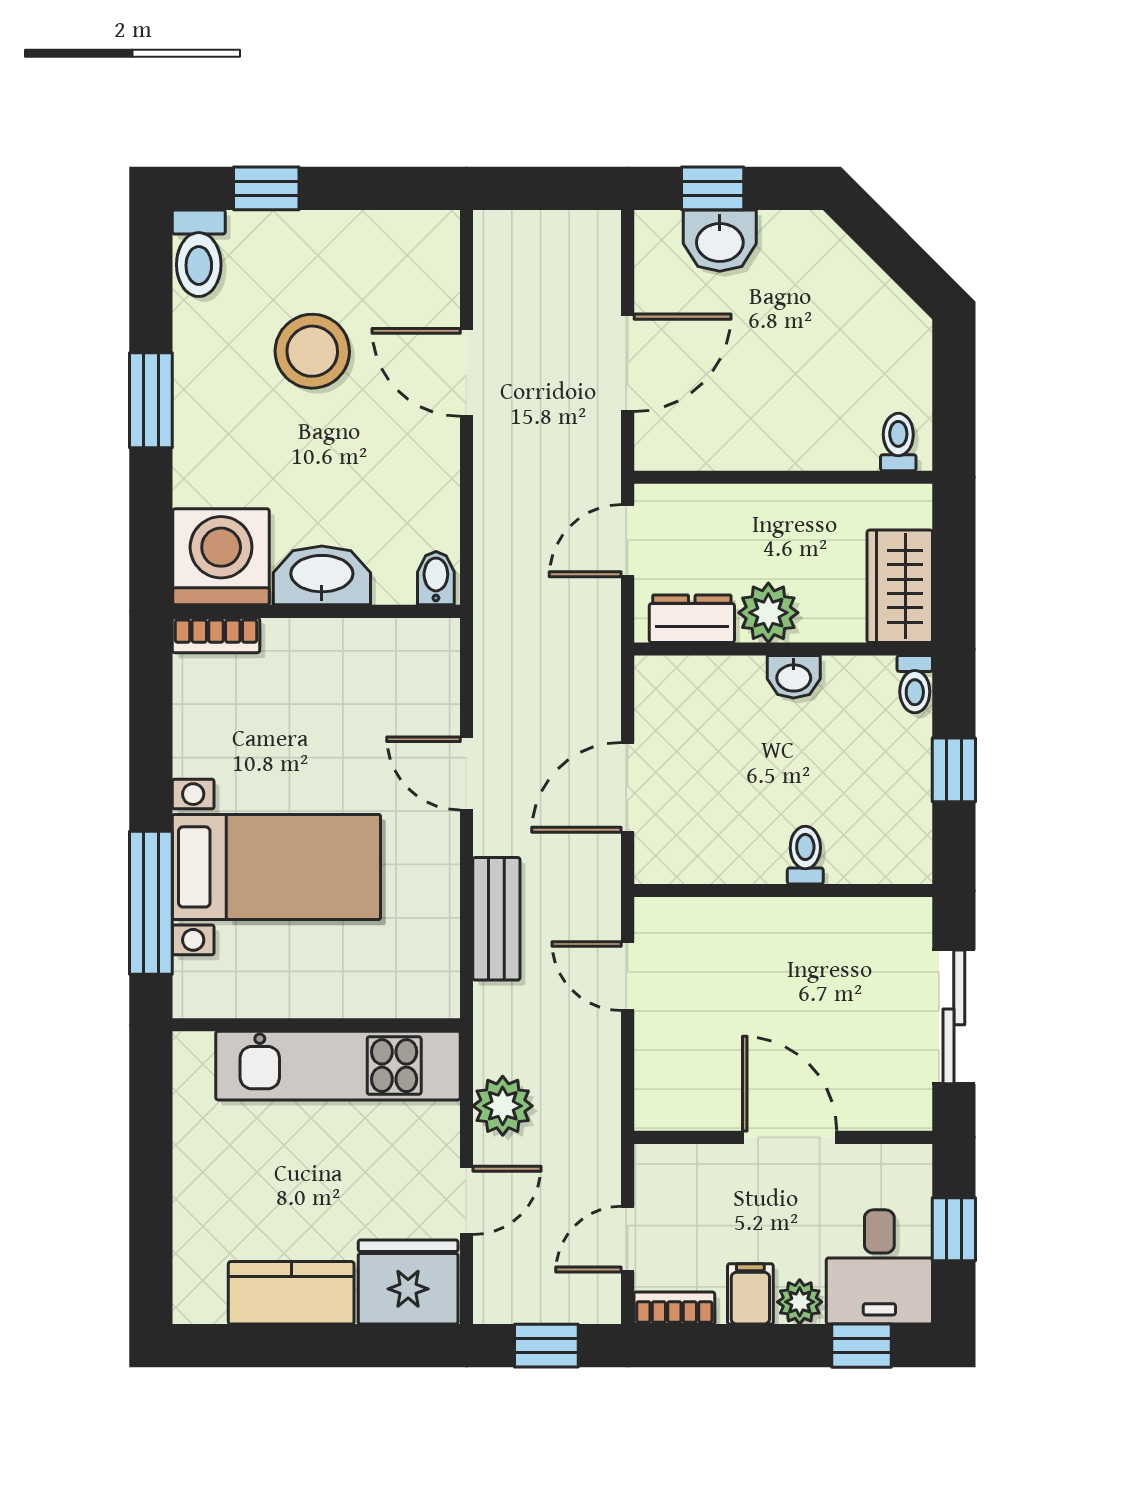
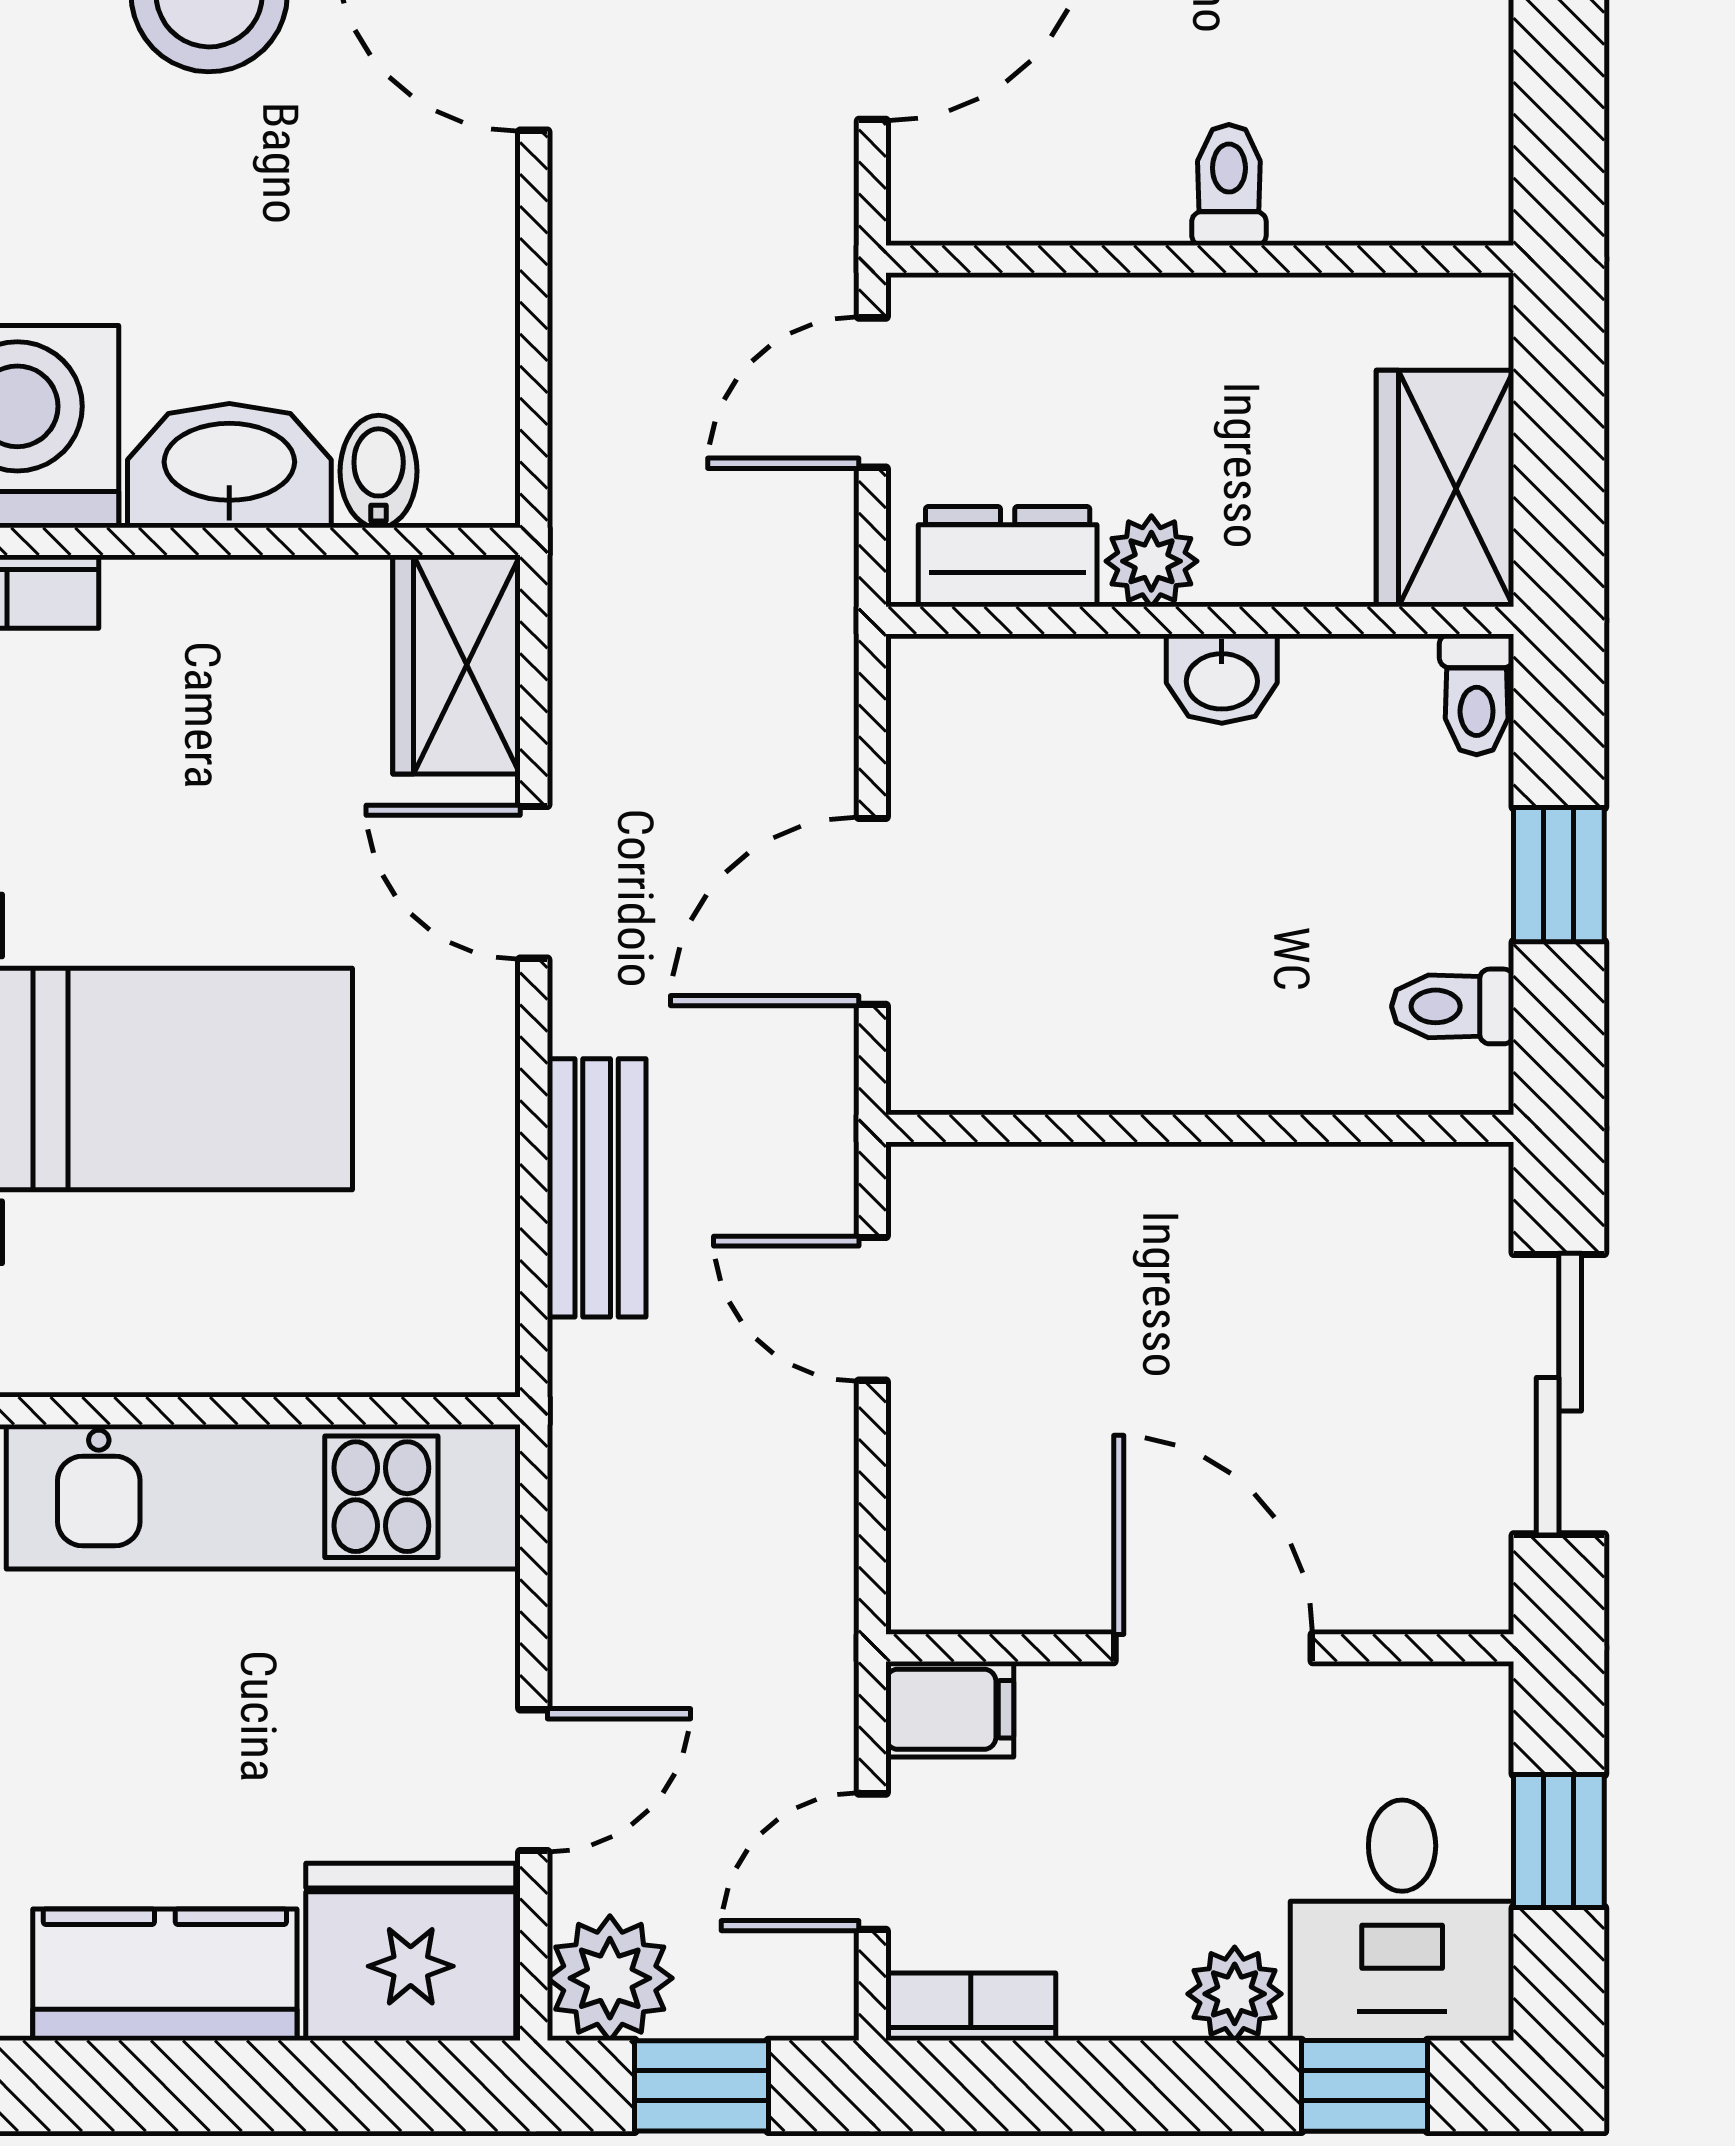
toilet: (898, 442) -> (1229, 185), moved
bidet: (436, 578) -> (379, 471), moved
plant: (768, 613) -> (1151, 561), width x0.73, depth x0.73
wardrobe: (430, 670) -> (457, 665), added
toilet: (805, 855) -> (1453, 1006), moved, turned -90
plant: (503, 1106) -> (610, 1978), moved
filing cabinet: (750, 1294) -> (950, 1709), moved, turned 90

